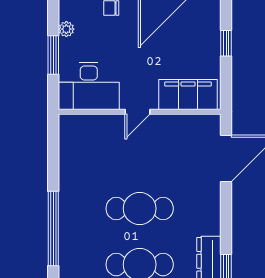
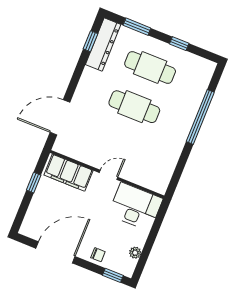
window: (226, 43) -> (34, 183), moved
window: (53, 55) -> (152, 238), removed

